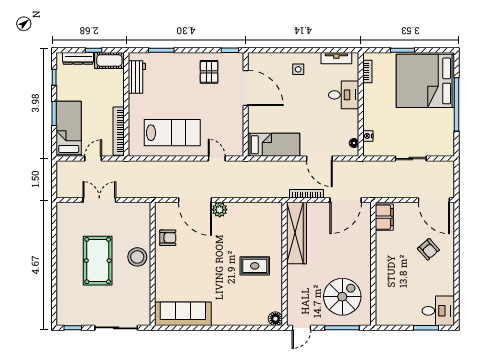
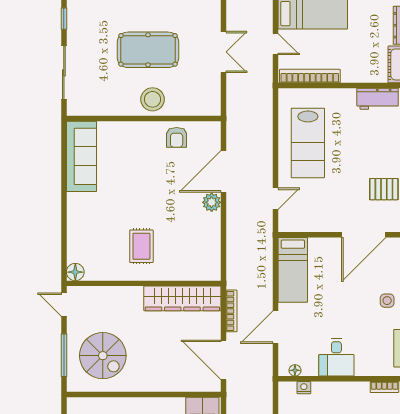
desk: (344, 95) -> (336, 357), moved

